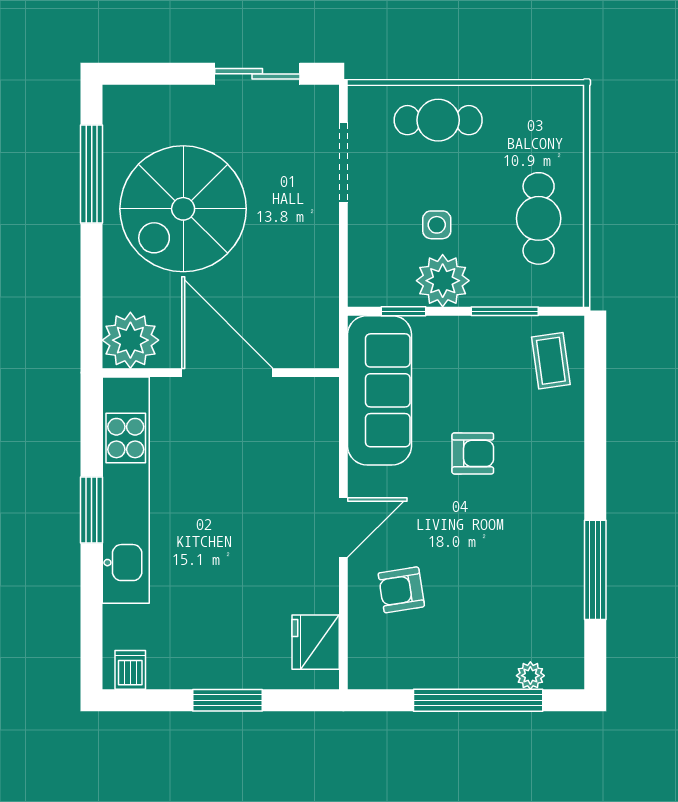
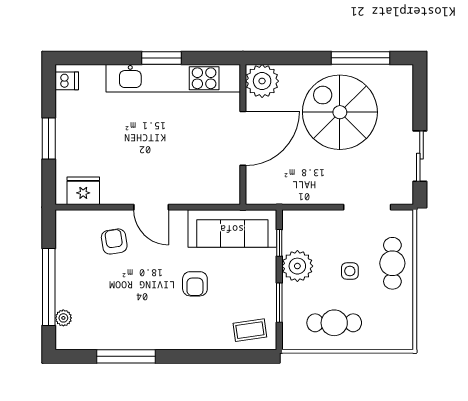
side table: (437, 225) -> (350, 271), moved

